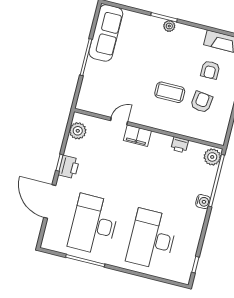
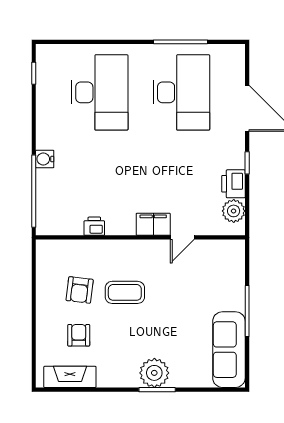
plant: (169, 26) -> (154, 373), width x1.88, depth x1.88
plant: (212, 157) -> (47, 221), removed
printer: (69, 167) -> (233, 184), moved

